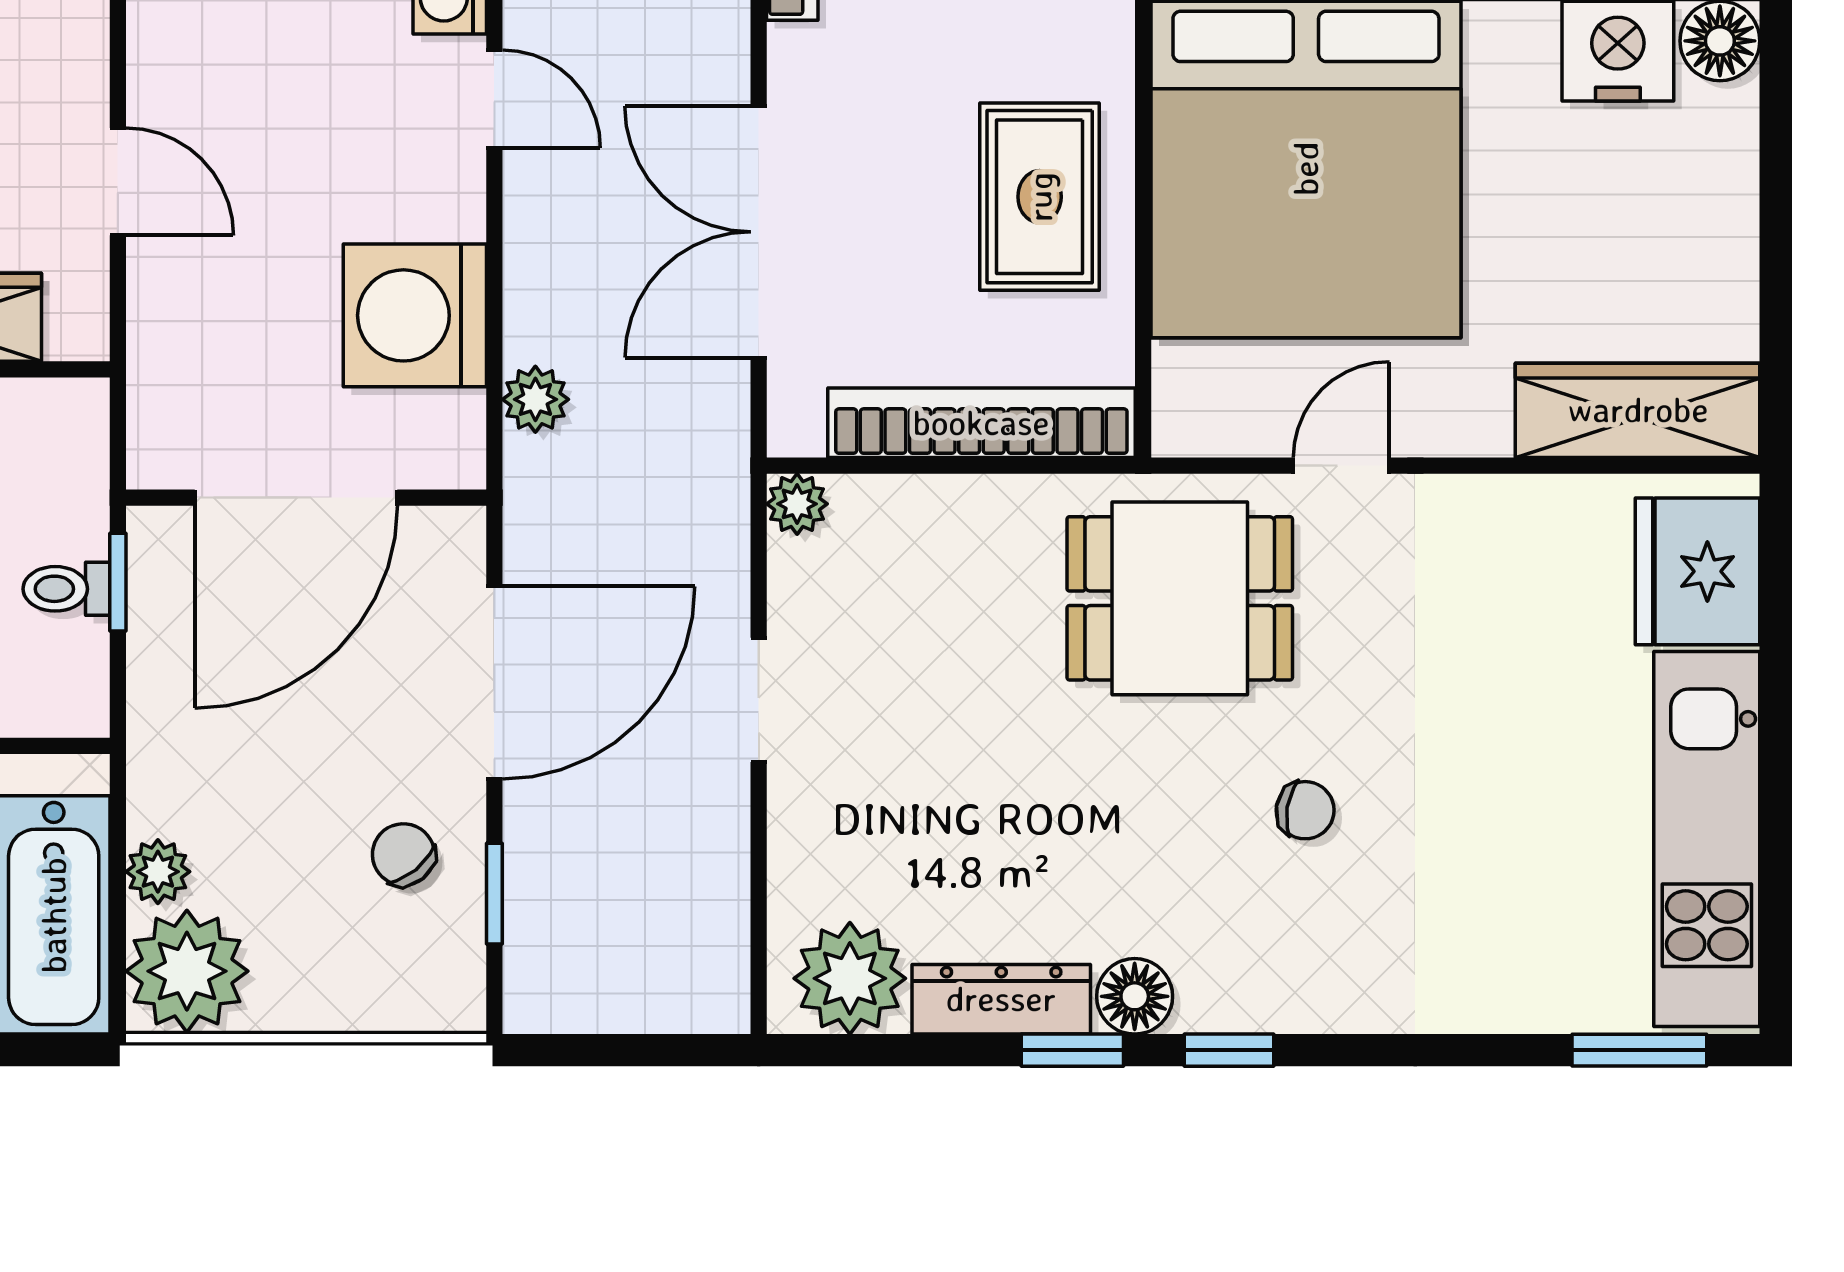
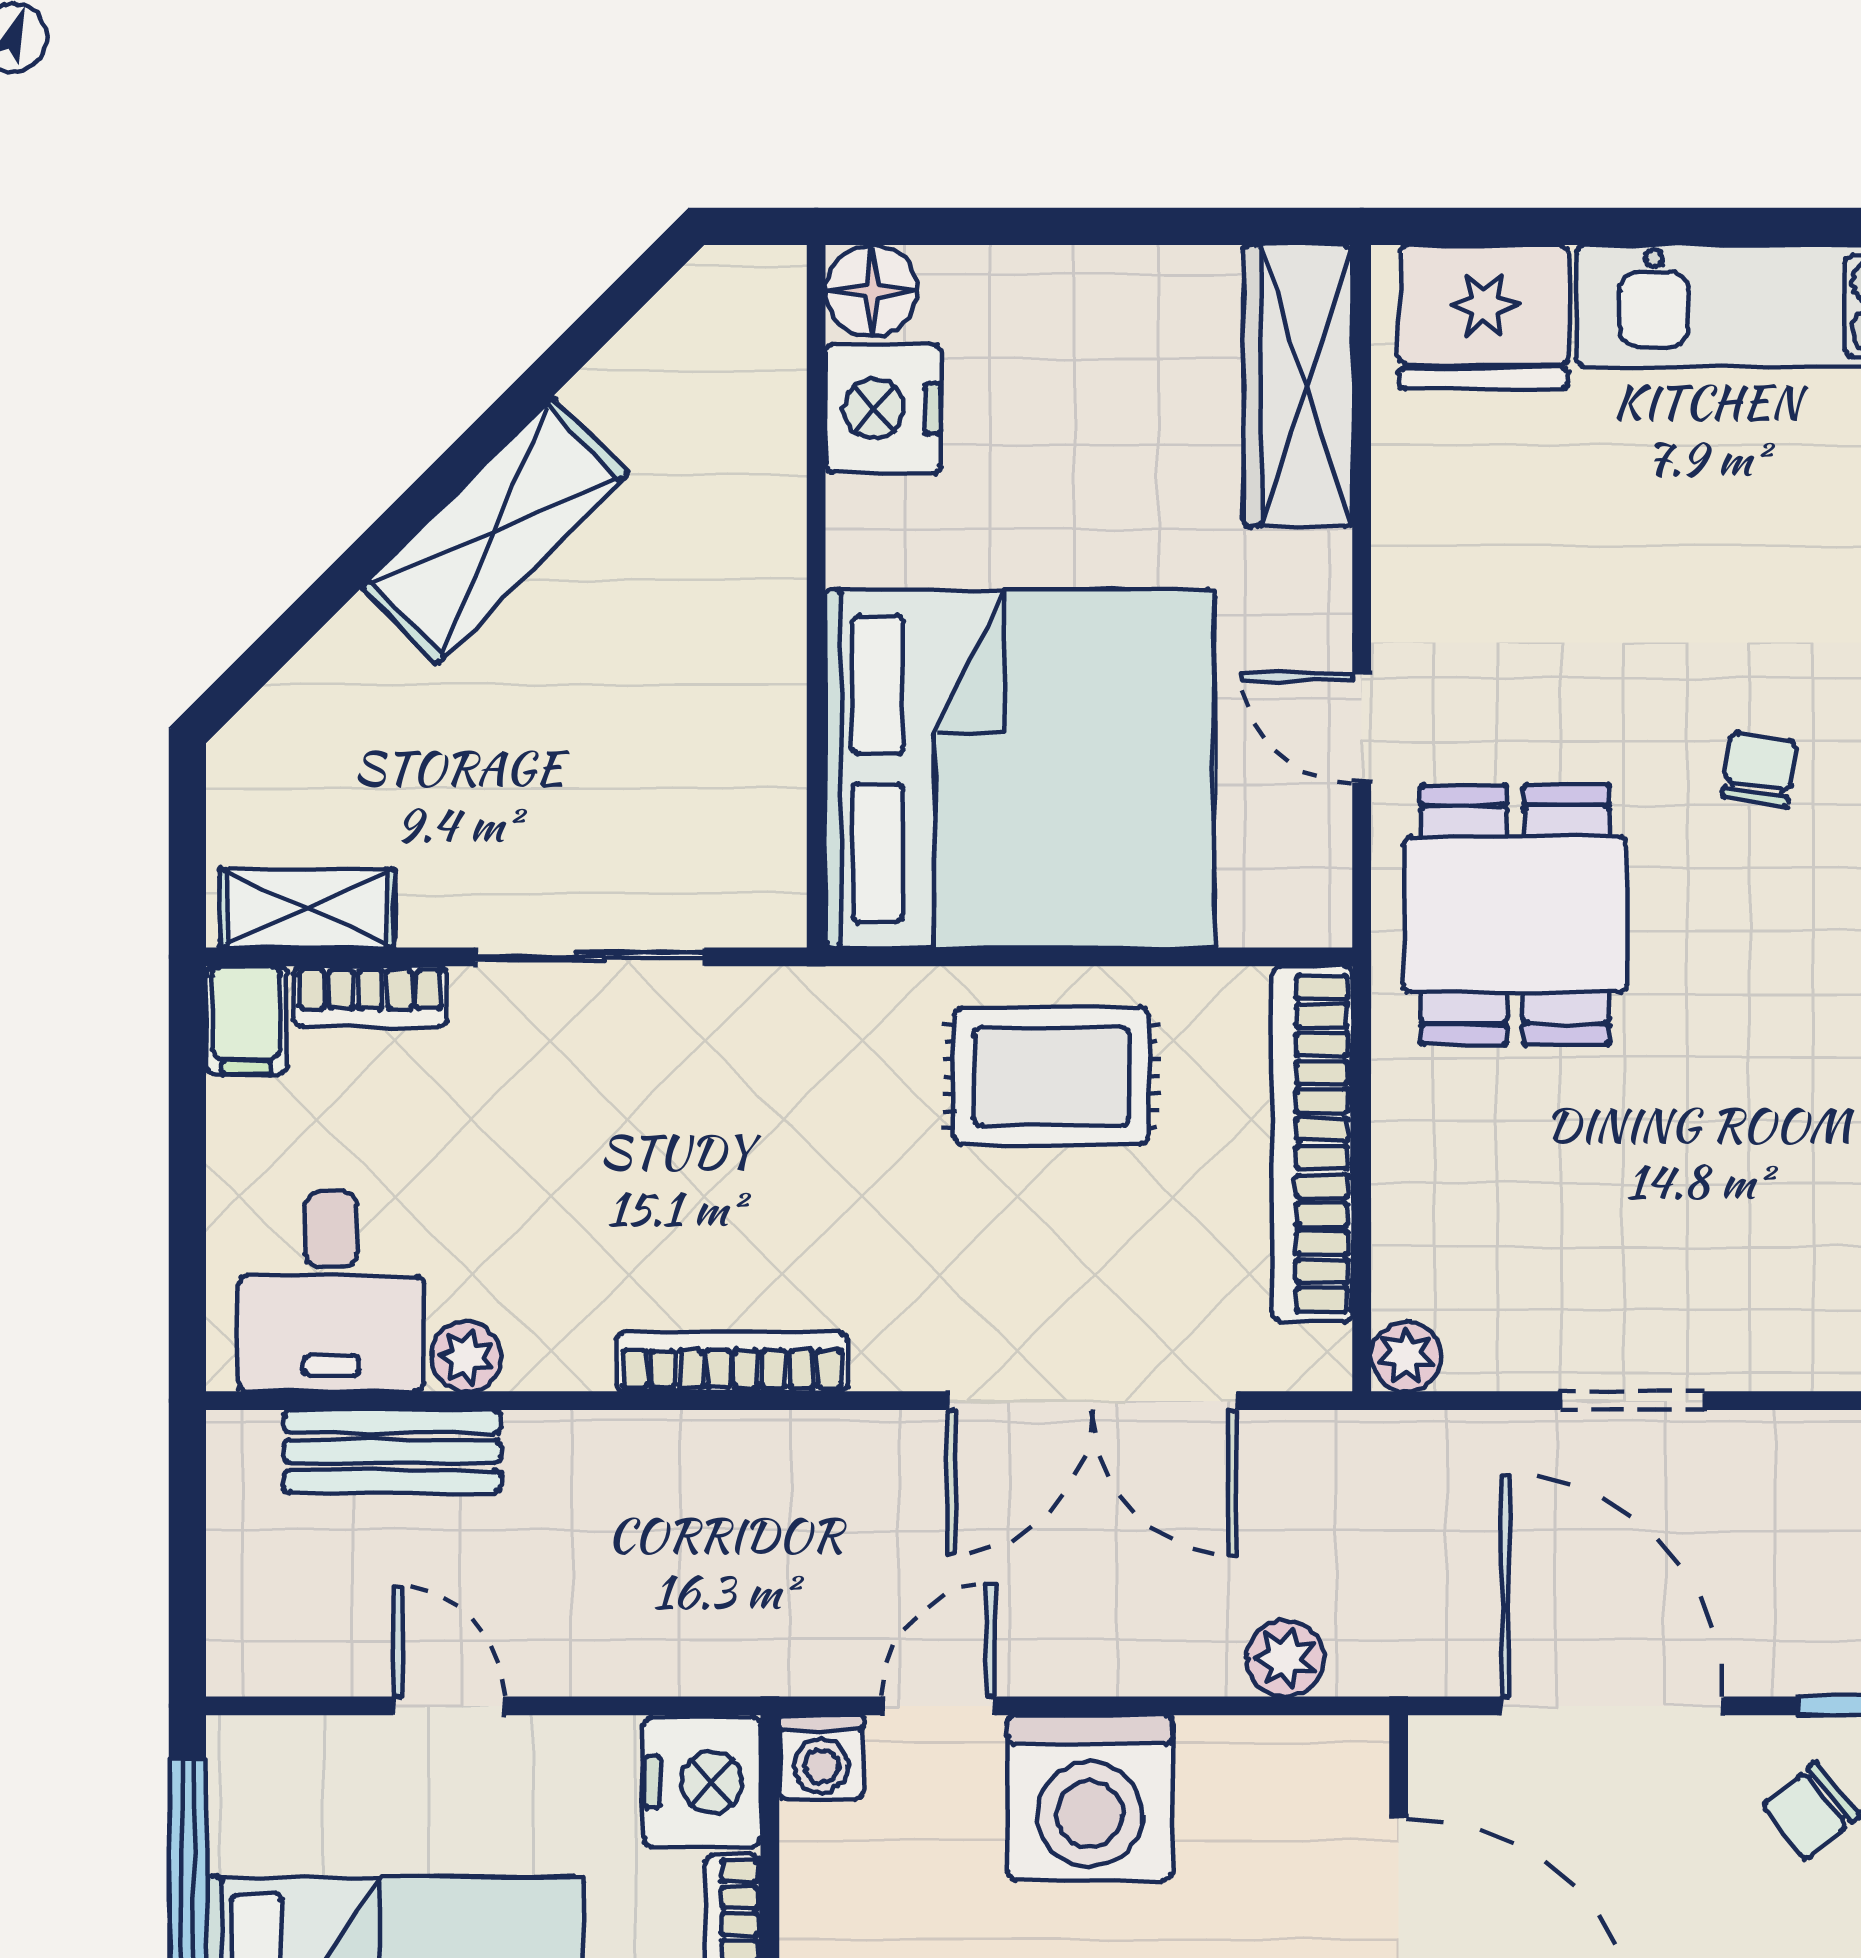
washing machine: (415, 315) -> (1090, 1798), moved

